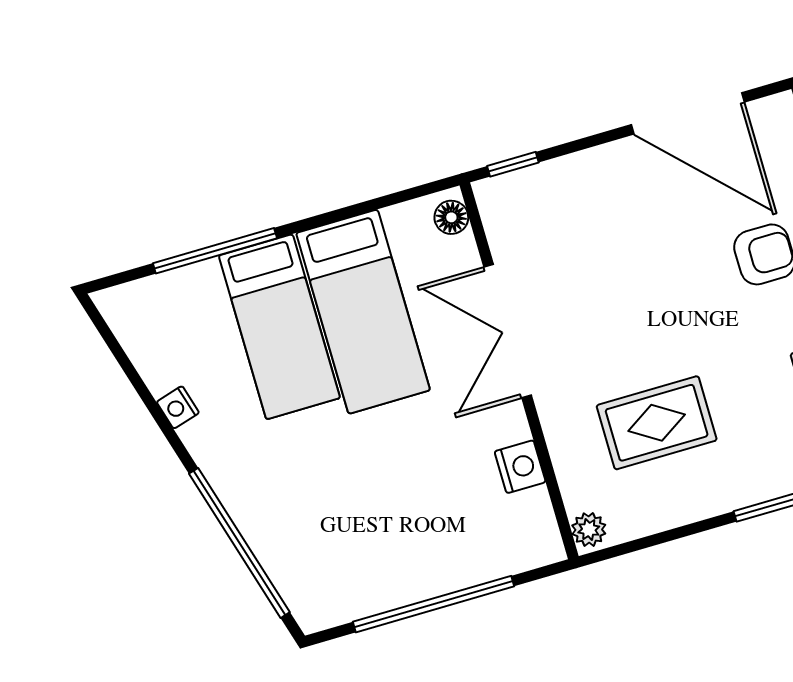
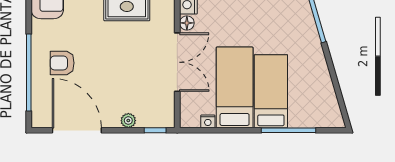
plant: (579, 169) -> (128, 121), added
floor lamp: (451, 217) -> (187, 23), moved
nightstand: (178, 407) -> (208, 121), moved, turned 106

